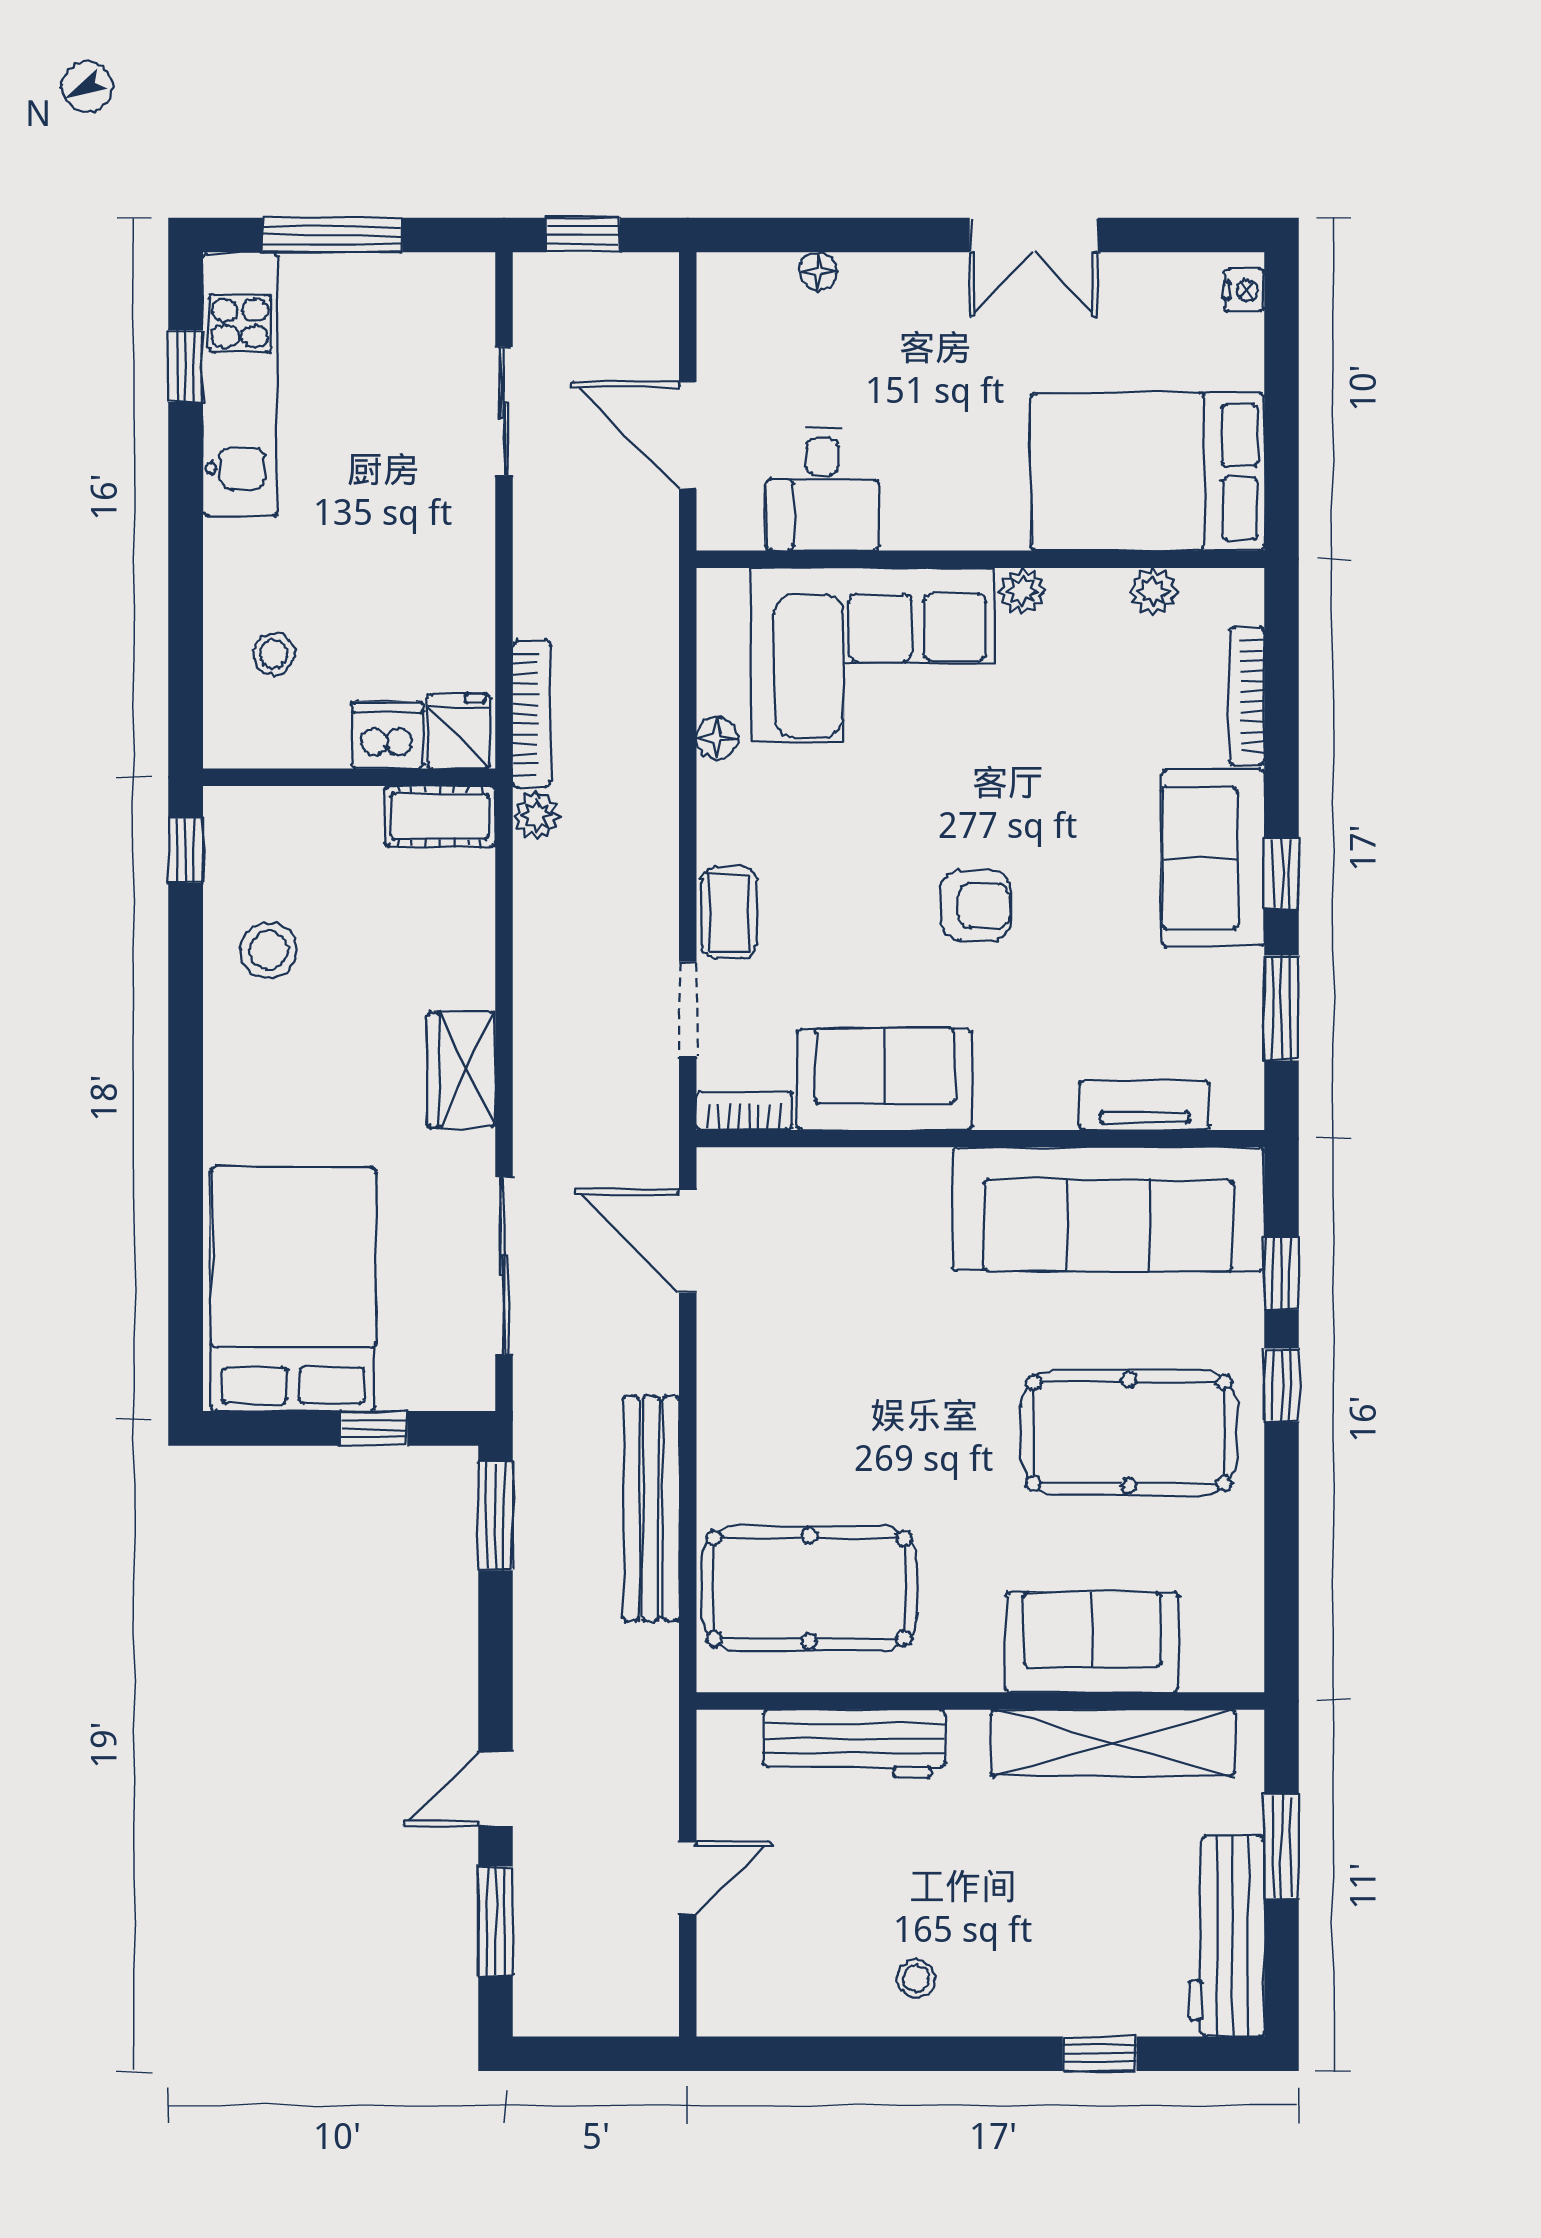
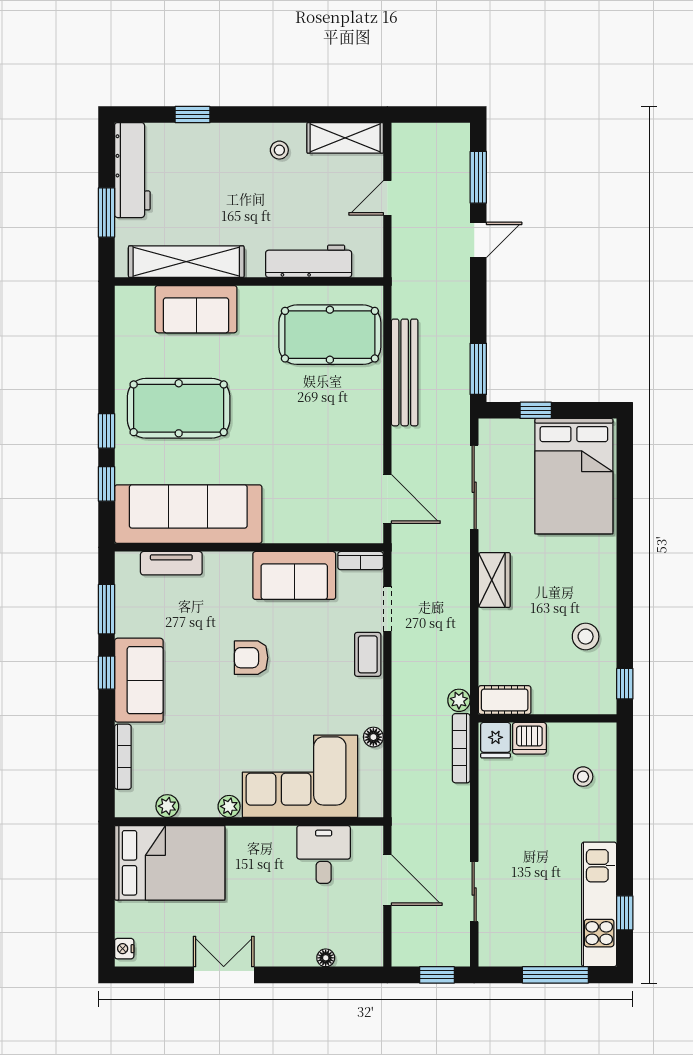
shelving: (777, 2004) -> (345, 138), added

